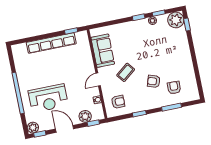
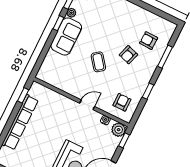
sofa: (103, 51) -> (66, 37), moved, turned 90
coffee table: (126, 72) -> (98, 62), moved
door: (98, 79) -> (87, 105), swing flipped
plant: (85, 116) -> (119, 130), moved

